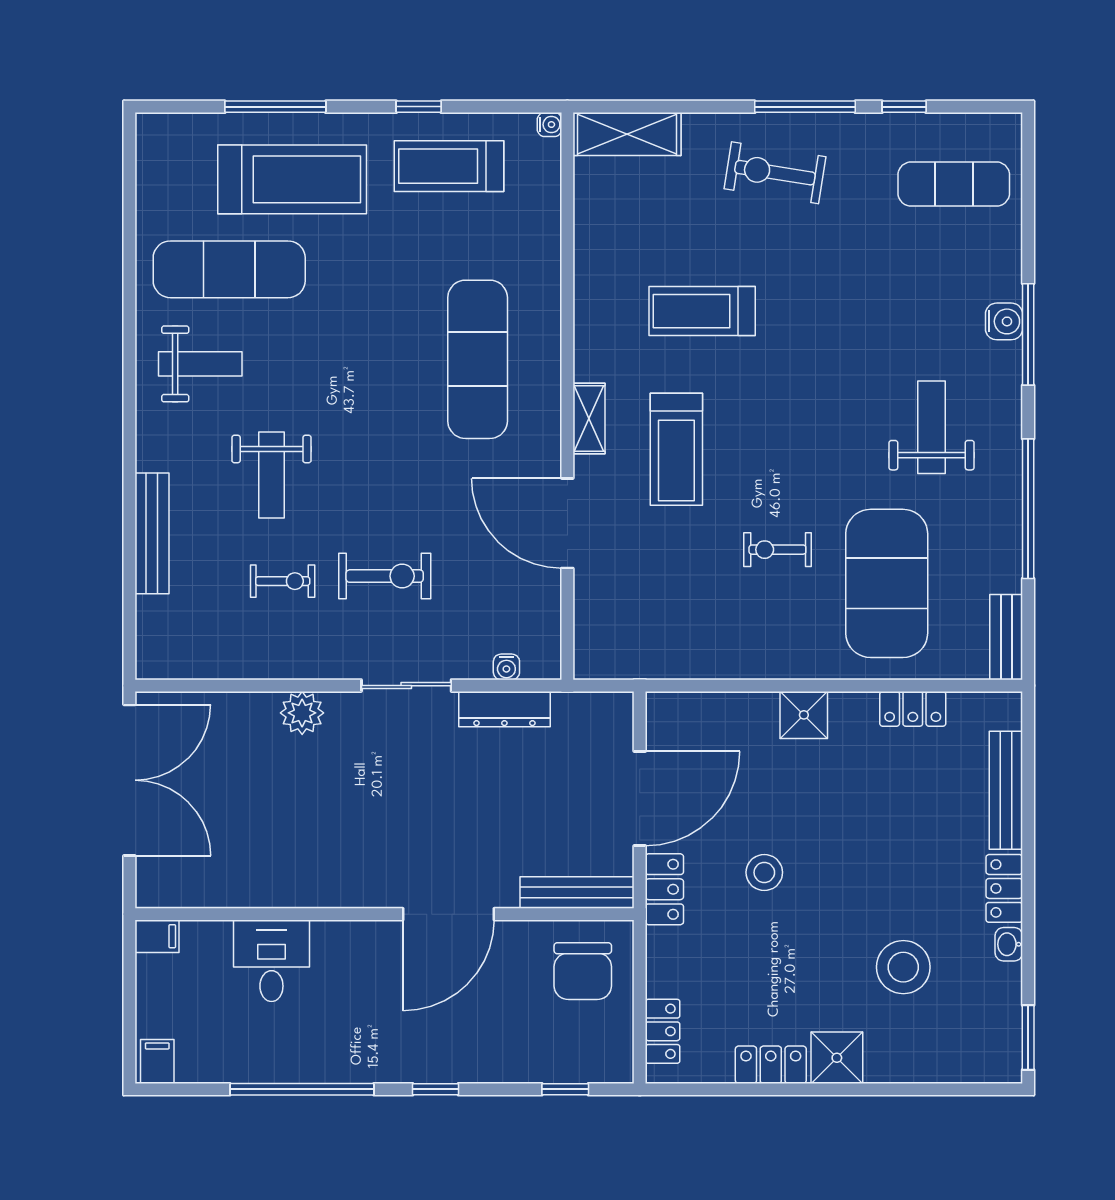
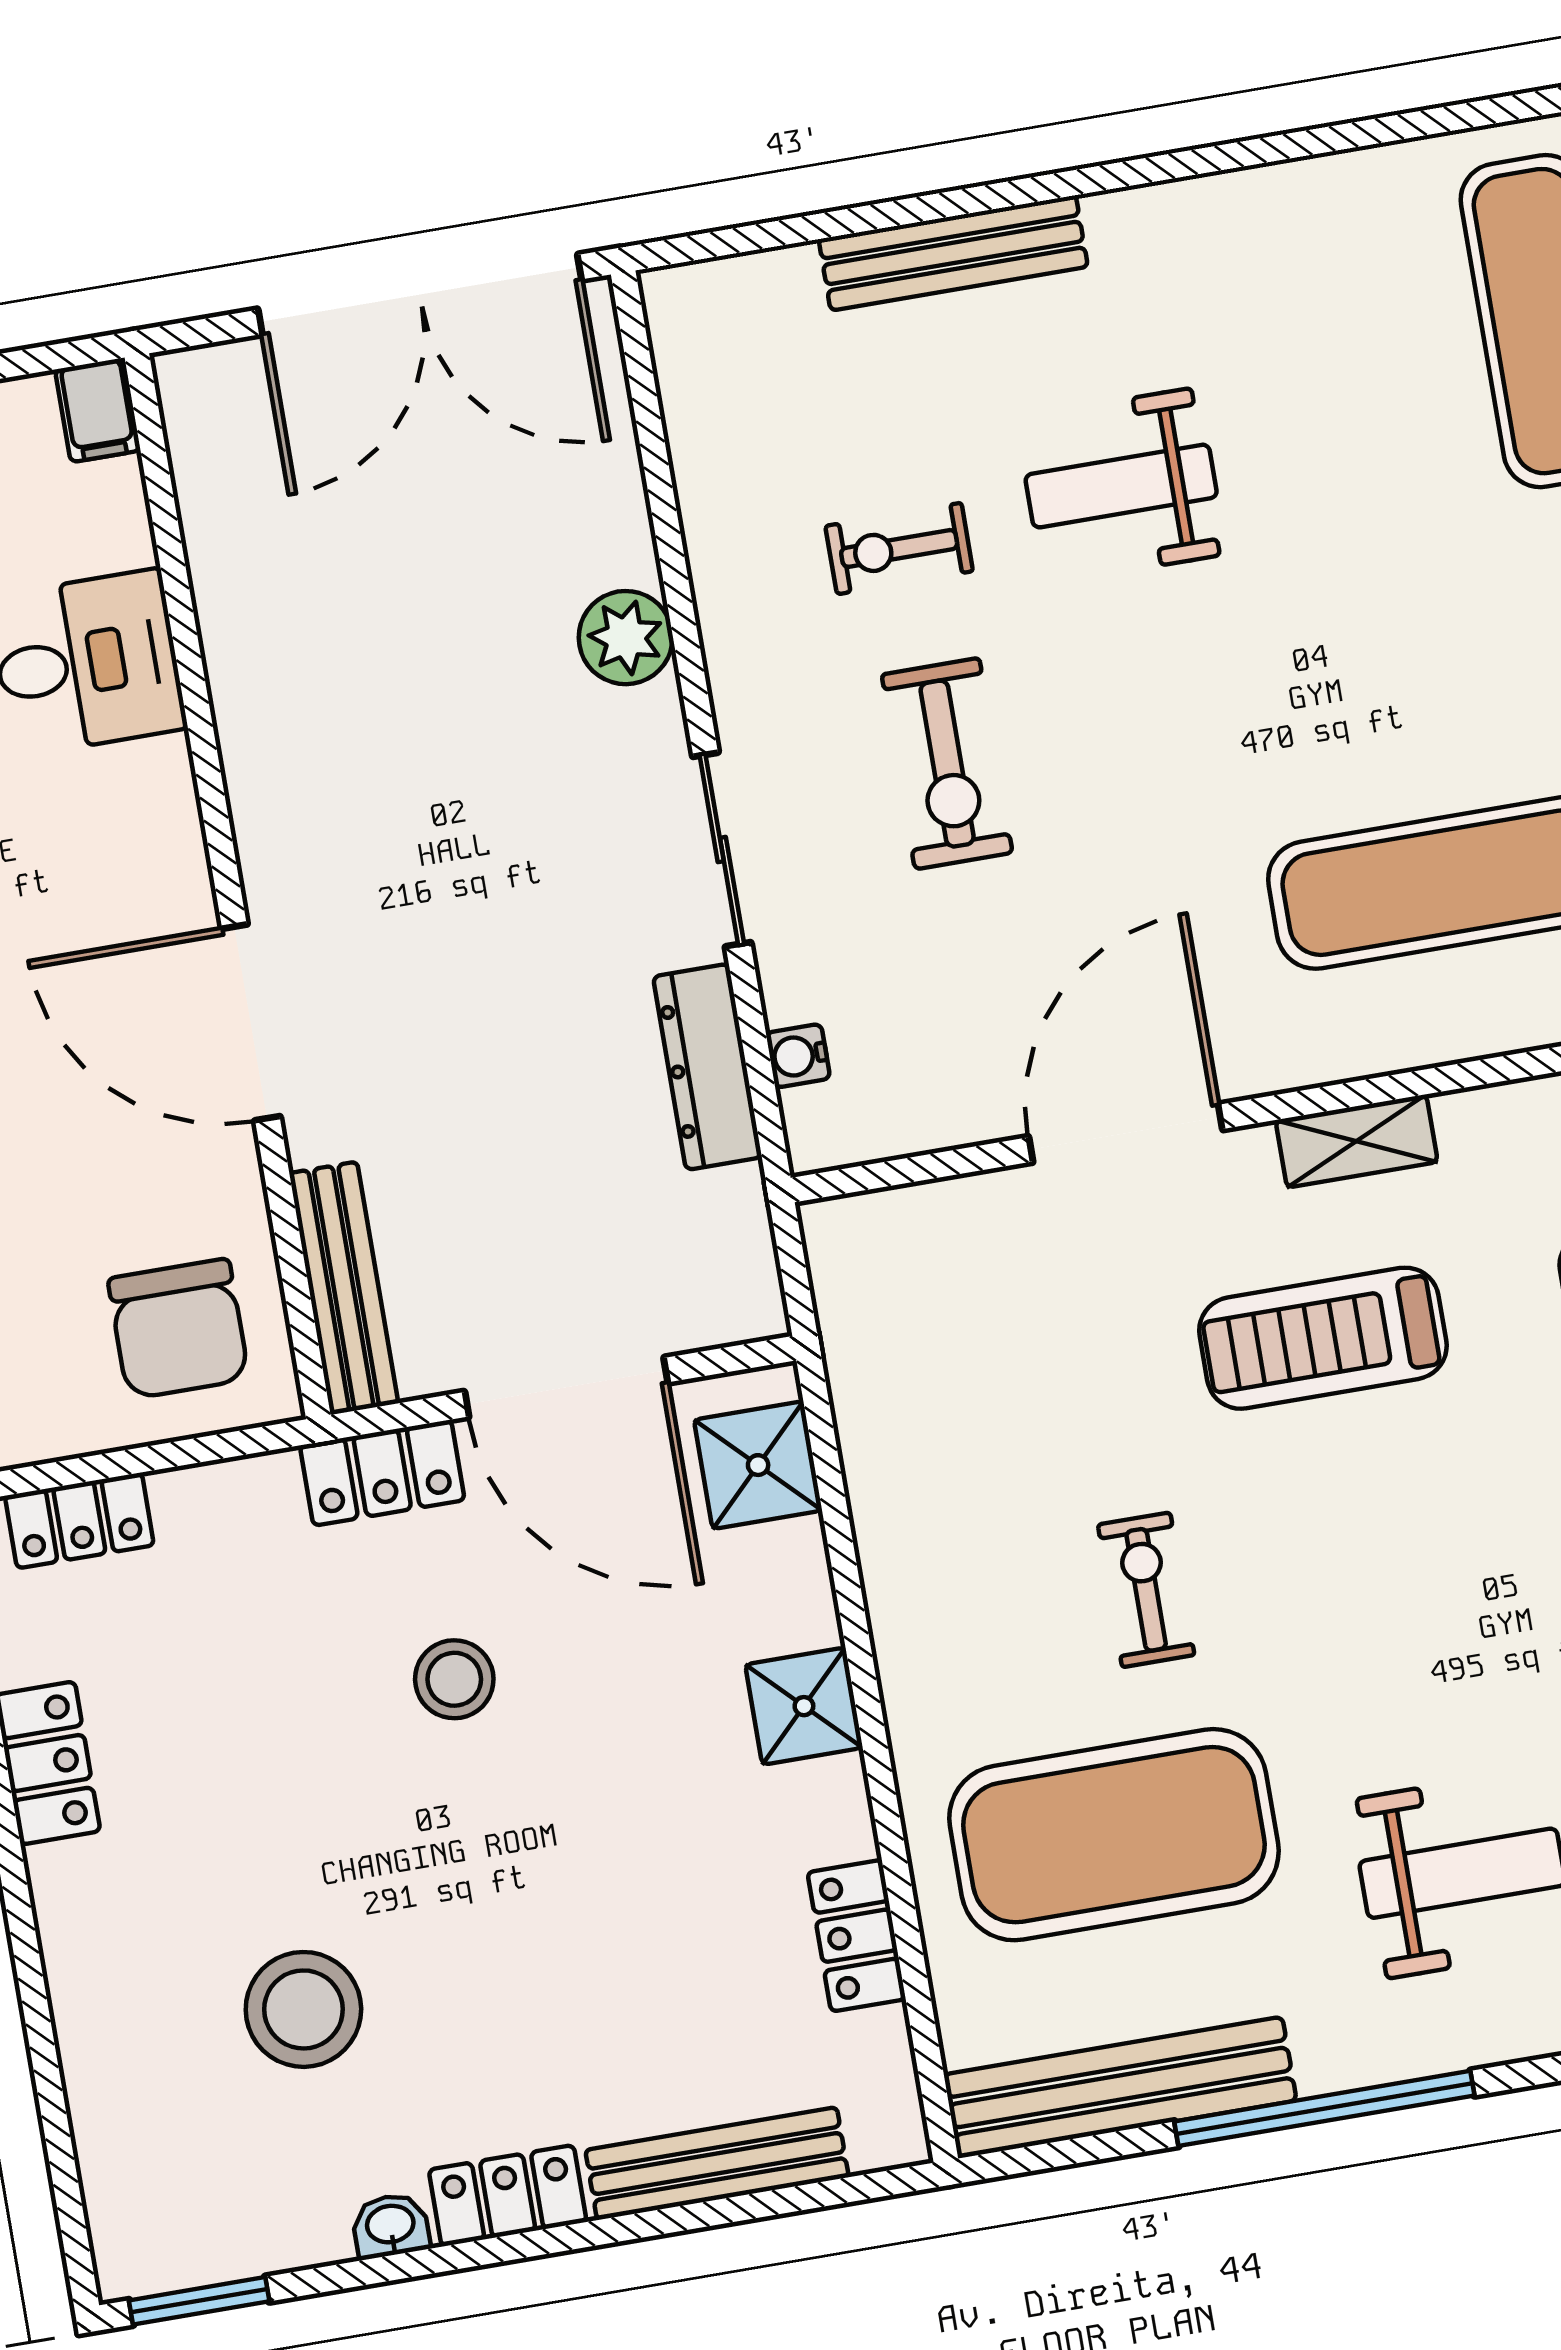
weight bench: (200, 364) -> (1331, 294), removed
exercise bike: (283, 581) -> (899, 548), turned 90
bench: (1006, 637) -> (1120, 2087), width x1.86, depth x1.21
chair: (583, 971) -> (178, 1329), turned -90
shower: (837, 1058) -> (758, 1465), moved

